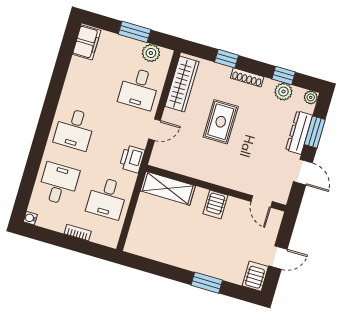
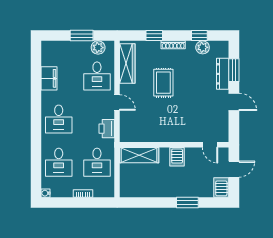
filing cabinet: (87, 42) -> (49, 78), moved
plant: (311, 97) -> (224, 46), removed
door: (155, 130) -> (117, 102), hinge flipped
desk: (59, 184) -> (59, 162), turned 180
shelving: (168, 188) -> (139, 155), moved
wall: (216, 188) -> (174, 145), moved
door: (262, 201) -> (210, 145), moved
server rack: (215, 205) -> (177, 157), moved

